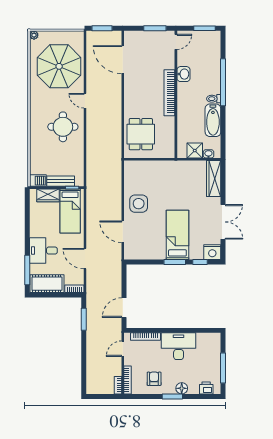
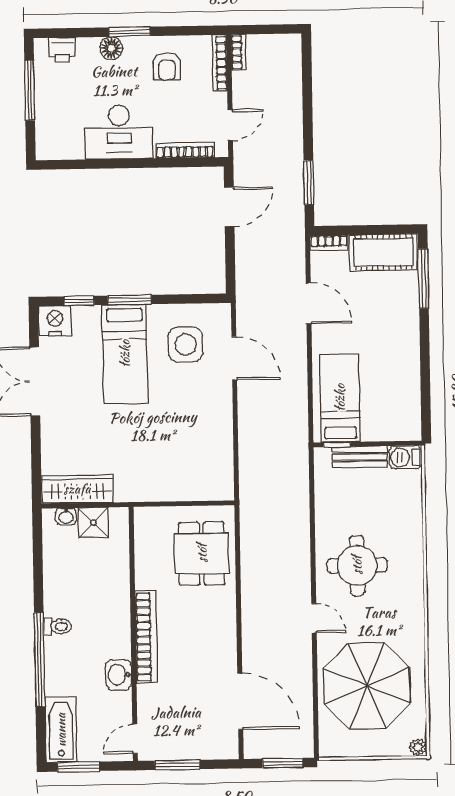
bathtub: (213, 120) -> (61, 730), moved
wardrobe: (214, 179) -> (77, 489), moved, turned -90
wardrobe: (48, 195) -> (385, 428), removed
side table: (139, 204) -> (186, 345), moved
desk: (43, 251) -> (392, 318), removed

